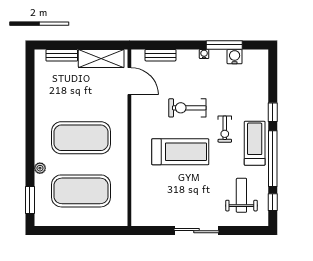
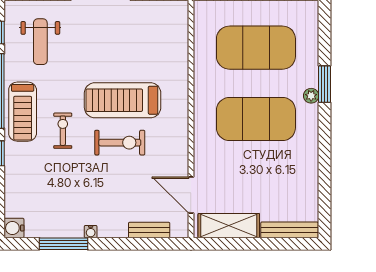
bench: (62, 55) -> (289, 230), width x1.36
water cooler: (235, 57) -> (14, 228), moved, turned 90
exercise bike: (187, 108) -> (120, 143), moved
plant: (40, 168) -> (311, 96), moved
window: (30, 200) -> (325, 84), moved

